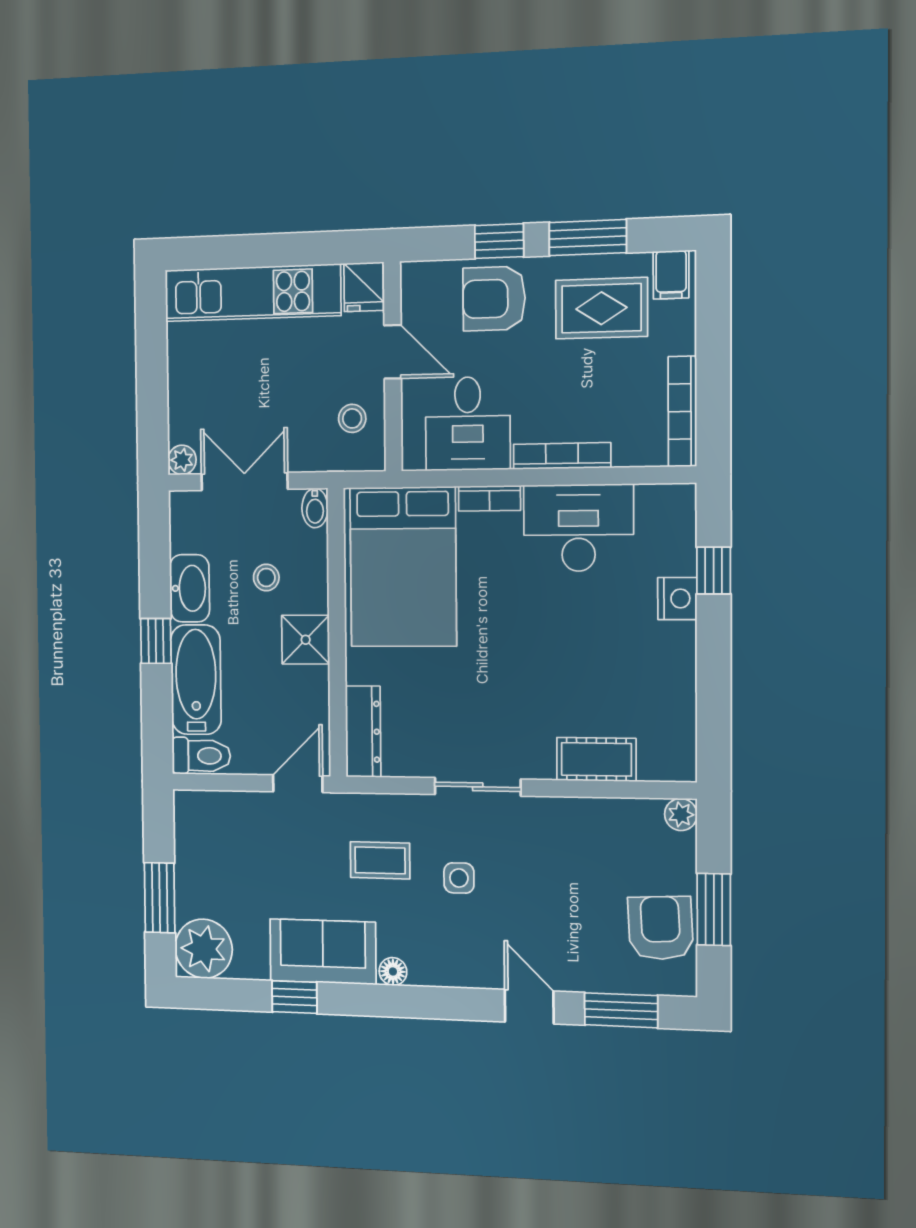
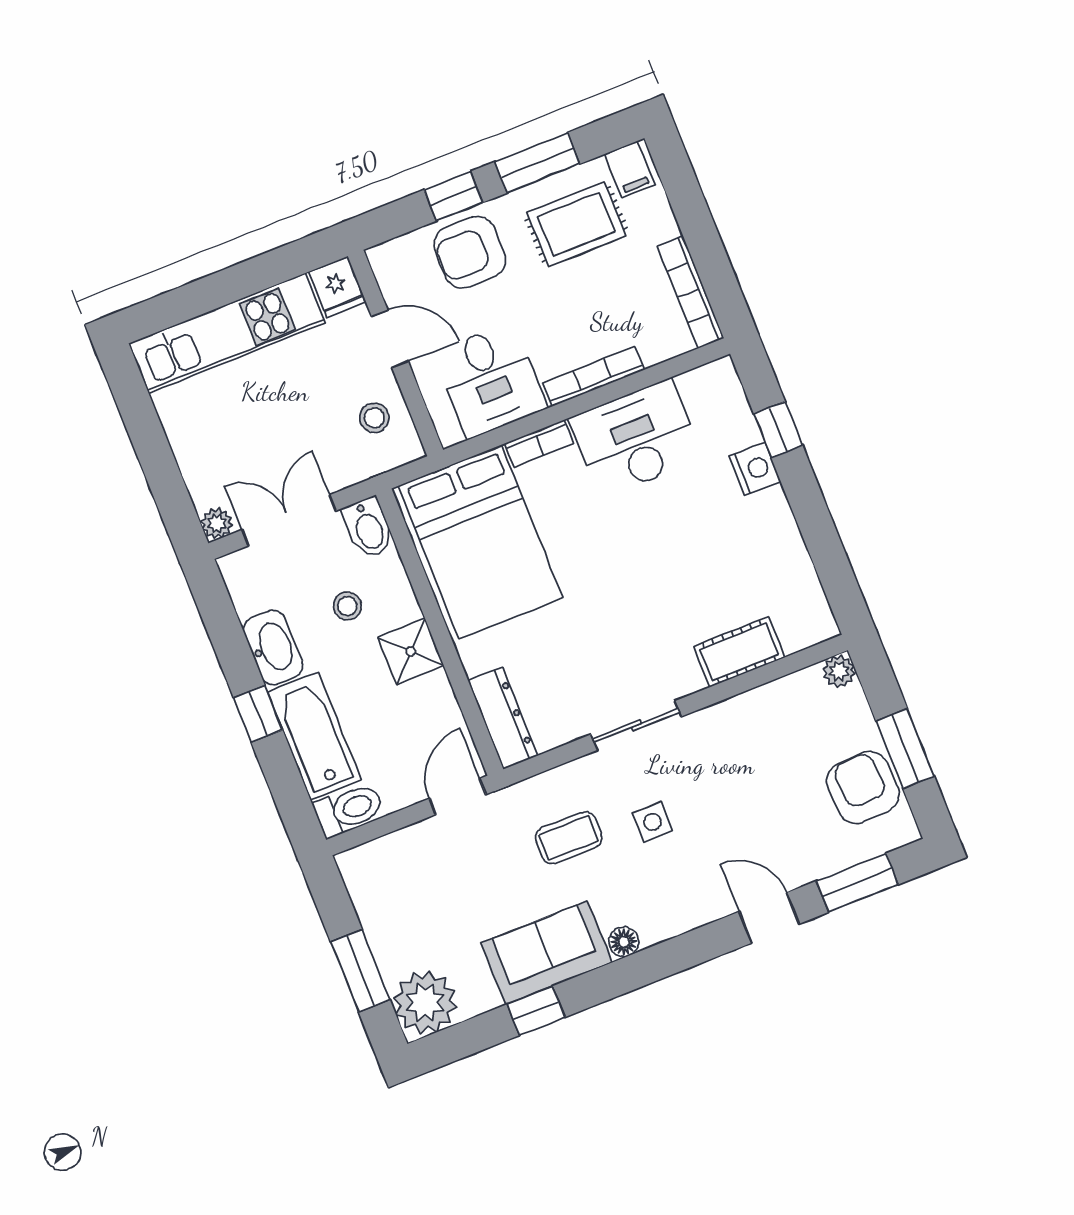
bidet: (315, 508) -> (368, 528), width x1.38, depth x1.36

